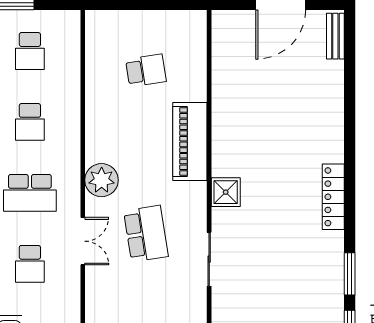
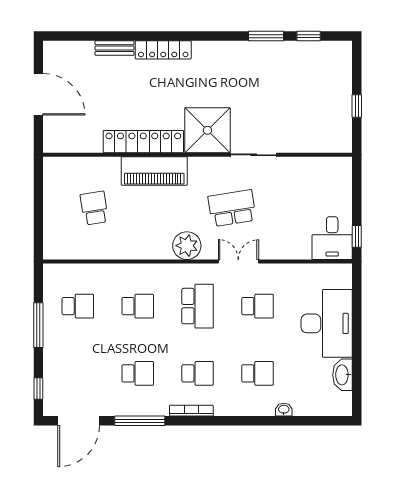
bench: (335, 36) -> (115, 48), moved
locker: (225, 129) -> (143, 142), added
shower: (226, 192) -> (207, 130), width x1.86, depth x1.86
locker: (333, 197) -> (163, 50), moved

